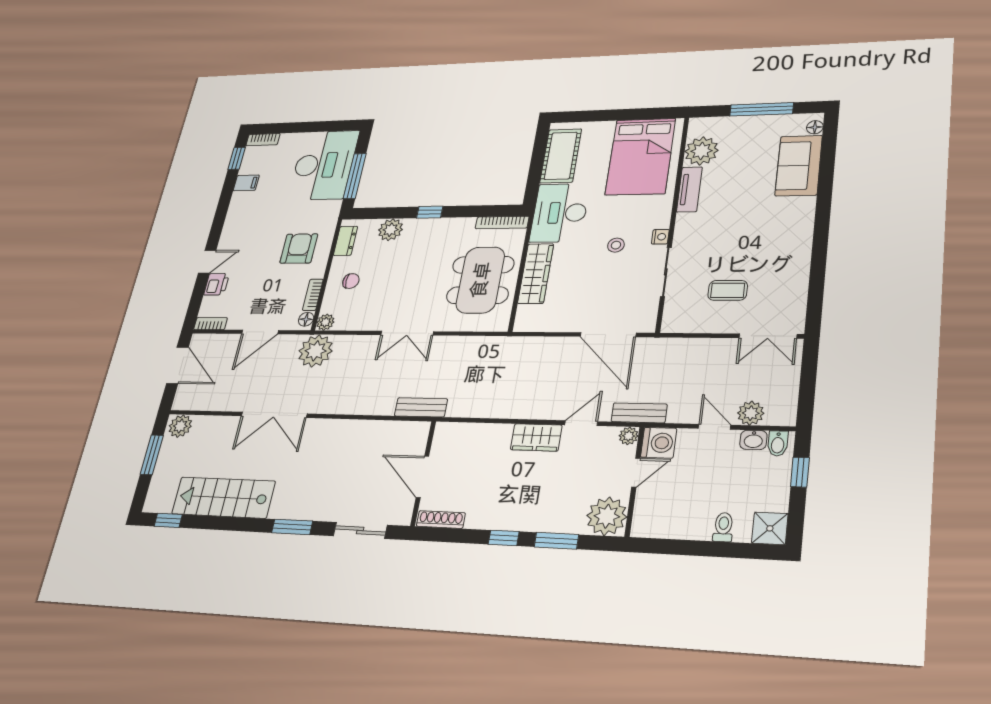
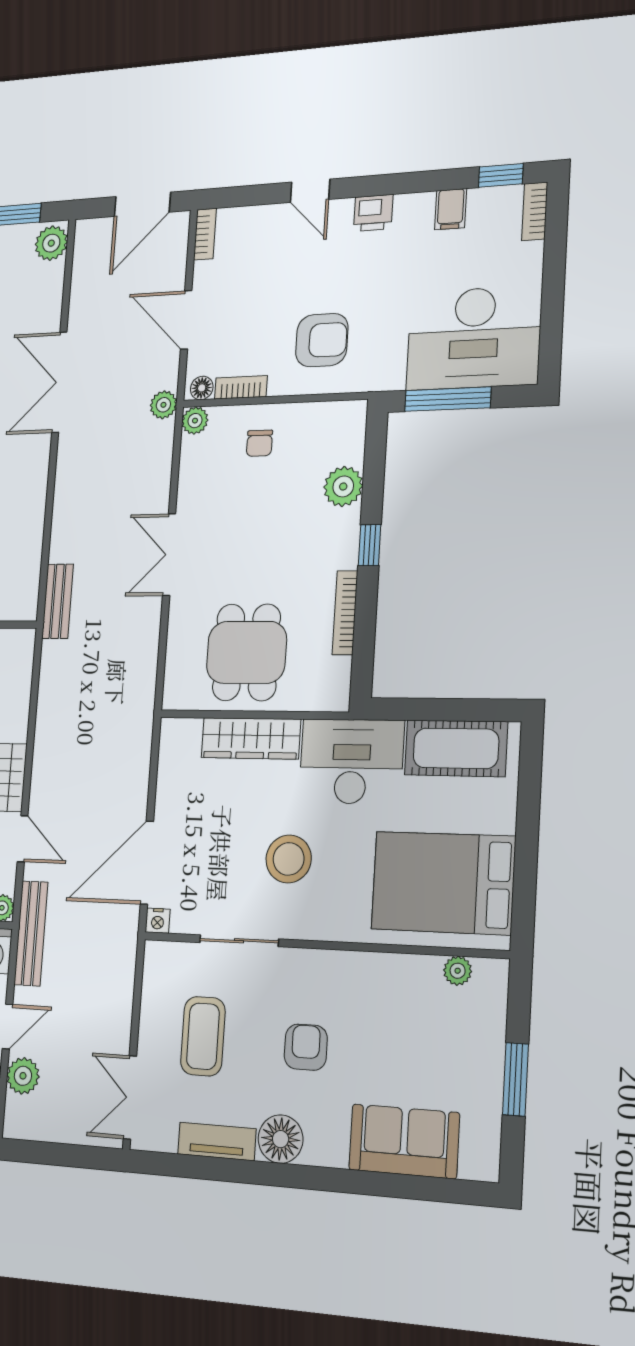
window: (762, 109) -> (515, 1079), width x0.69
floor lamp: (815, 127) -> (281, 1139), moved, width x1.89, depth x1.89
plant: (701, 151) -> (458, 971), width x0.53, depth x0.53
tv unit: (689, 189) -> (217, 1142), moved, turned 180
bookcase: (502, 223) -> (345, 613), moved
armchair: (738, 226) -> (306, 1047), added
nightstand: (660, 237) -> (158, 921), moved
dresser: (345, 241) -> (329, 416), removed
stool: (616, 245) -> (289, 859), width x1.89, depth x1.89
dining table: (480, 280) -> (246, 652), width x0.73
printer: (216, 284) -> (373, 213), moved
coffee table: (728, 290) -> (203, 1036), width x1.36, depth x1.30
plant: (316, 351) -> (163, 405), width x0.53, depth x0.53
bench: (639, 413) -> (31, 933), width x1.36

